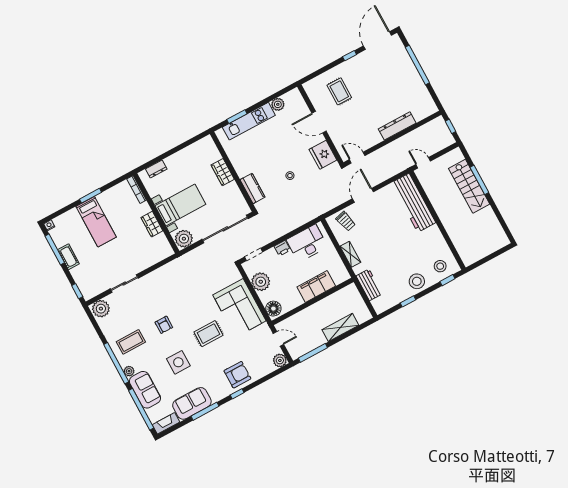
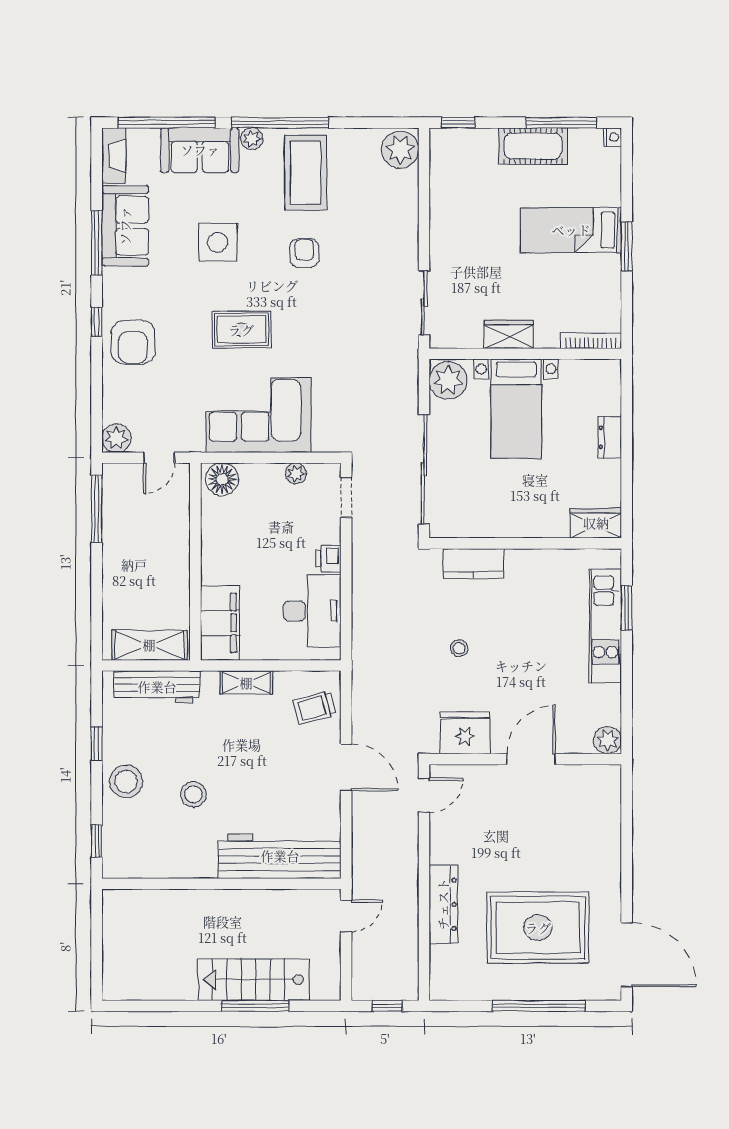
window: (350, 56) -> (627, 886), removed
rug: (339, 91) -> (538, 928), moved, width x1.86, depth x2.06
plant: (278, 104) -> (608, 740), moved
dresser: (156, 169) -> (610, 437), moved
wardrobe: (223, 172) -> (596, 523), moved
cot: (68, 257) -> (533, 146), width x1.37, depth x1.34
stool: (440, 266) -> (193, 794), moved
plant: (261, 282) -> (296, 473), width x0.53, depth x0.53
sliding door: (124, 283) -> (424, 303), moved
workbench: (369, 285) -> (157, 687), width x1.37
filing cabinet: (316, 287) -> (220, 623), moved
armchair: (164, 325) -> (304, 253), turned 90
shelving: (340, 327) -> (149, 645), moved, turned 90
rug: (209, 334) -> (241, 330), turned 90
coffee table: (131, 342) -> (306, 173), width x1.36, depth x1.32

